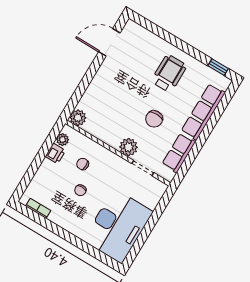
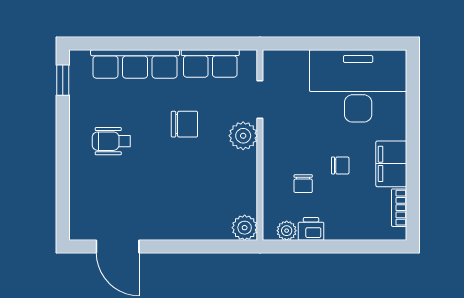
wheelchair: (169, 73) -> (111, 141), width x0.73, depth x0.73
filing cabinet: (65, 219) -> (391, 164), added

